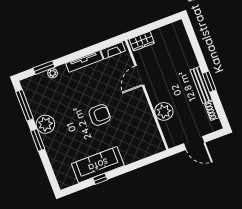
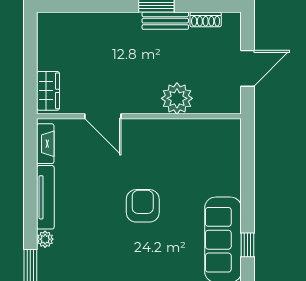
plant: (53, 73) -> (45, 239), moved
bench: (201, 85) -> (165, 21), width x0.73

